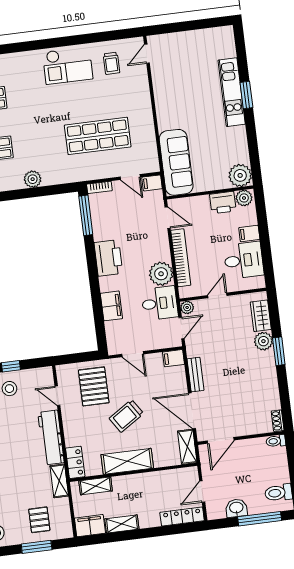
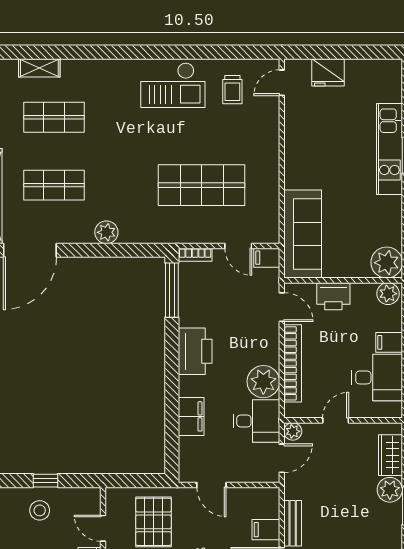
fridge: (180, 42) -> (328, 72), added
printer: (223, 203) -> (333, 296), moved
filing cabinet: (174, 358) -> (266, 530), moved

